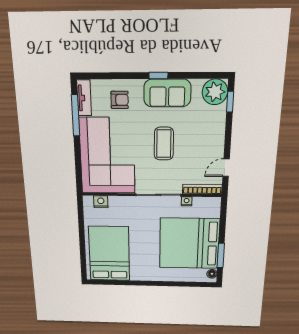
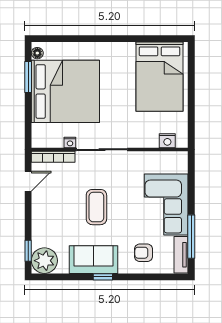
corner sofa: (107, 156) -> (166, 204), width x0.73, depth x0.74

